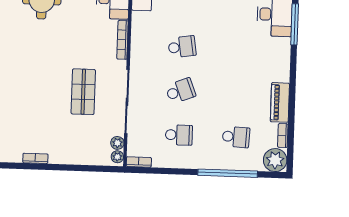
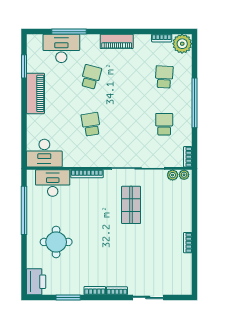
school desk: (180, 91) -> (91, 77), moved, turned 36
shop shelf: (83, 92) -> (131, 205), turned 90
piano: (280, 102) -> (117, 41), moved
window: (228, 173) -> (194, 103), moved

